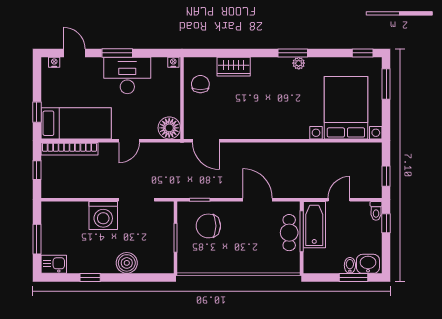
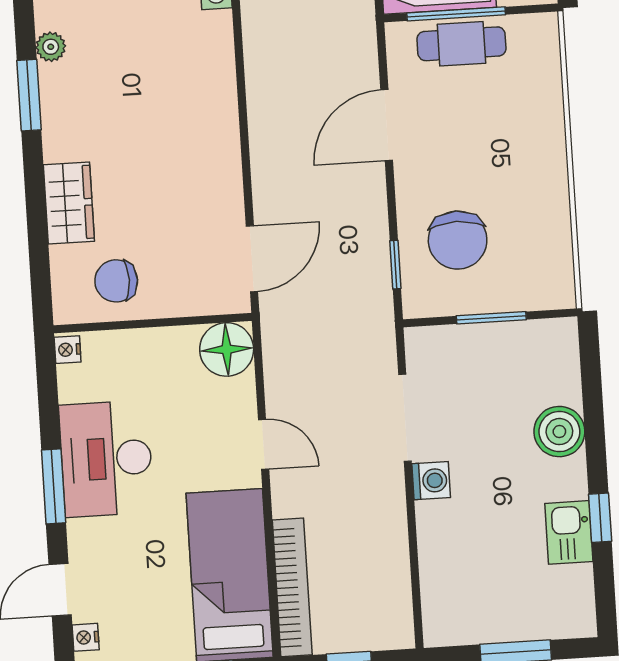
window: (293, 53) -> (29, 95), moved
washing machine: (103, 215) -> (431, 481), width x0.53, depth x0.53
kitchen sink: (54, 264) -> (569, 532), moved

